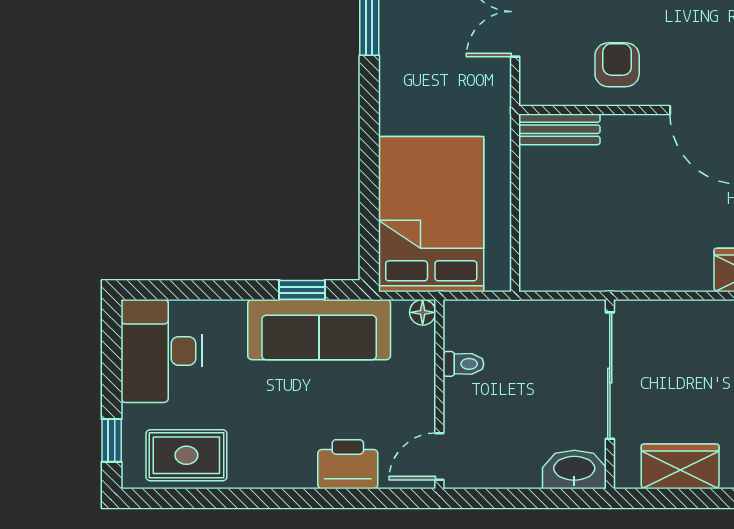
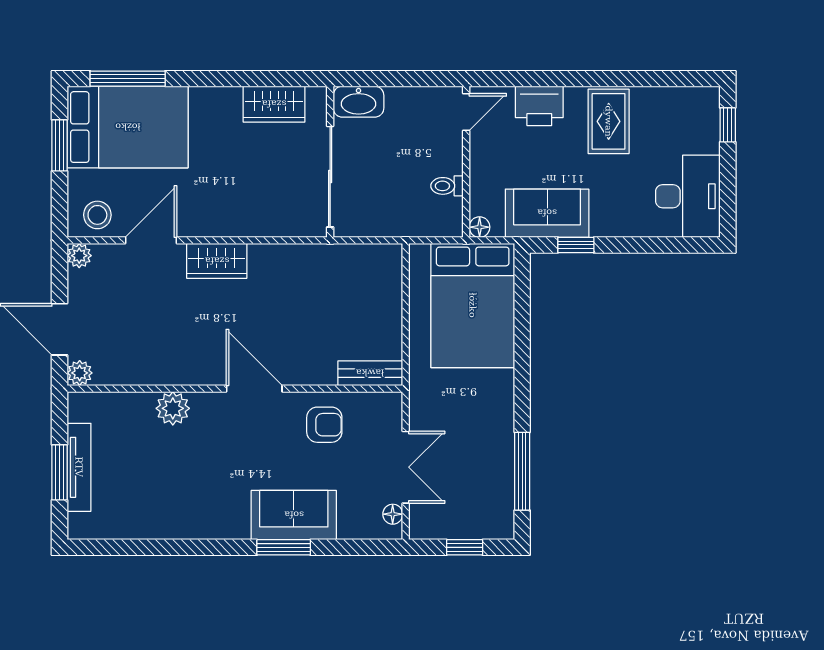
armchair: (617, 65) -> (324, 425), turned -90
sofa: (319, 330) -> (547, 213), width x0.73
rug: (186, 455) -> (609, 121), moved, turned 90

